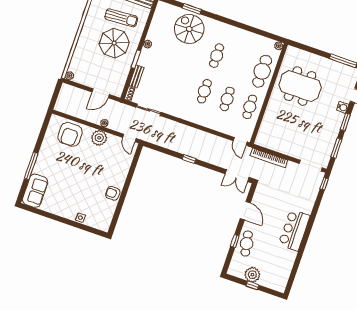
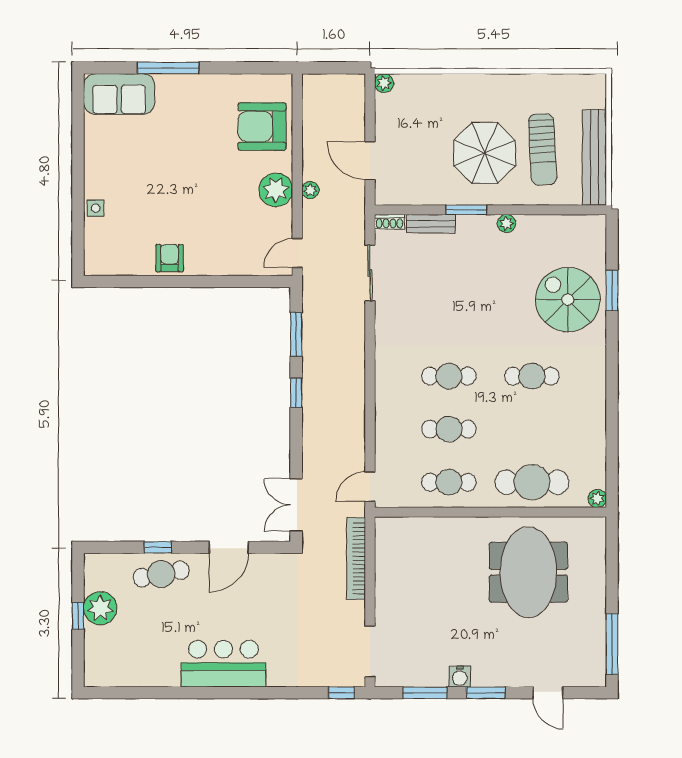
spiral stairs: (189, 29) -> (568, 300), turned -90
water cooler: (343, 107) -> (460, 676), moved
window: (164, 150) -> (296, 334), added

